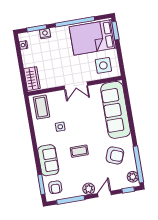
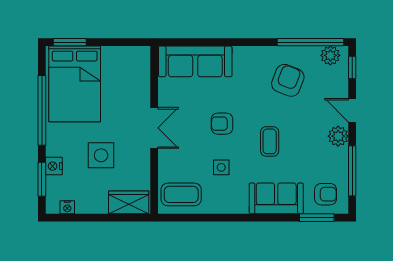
side table: (103, 65) -> (101, 155), moved
sofa: (116, 110) -> (195, 61), width x0.74, depth x0.79
armchair: (85, 123) -> (222, 124), added

